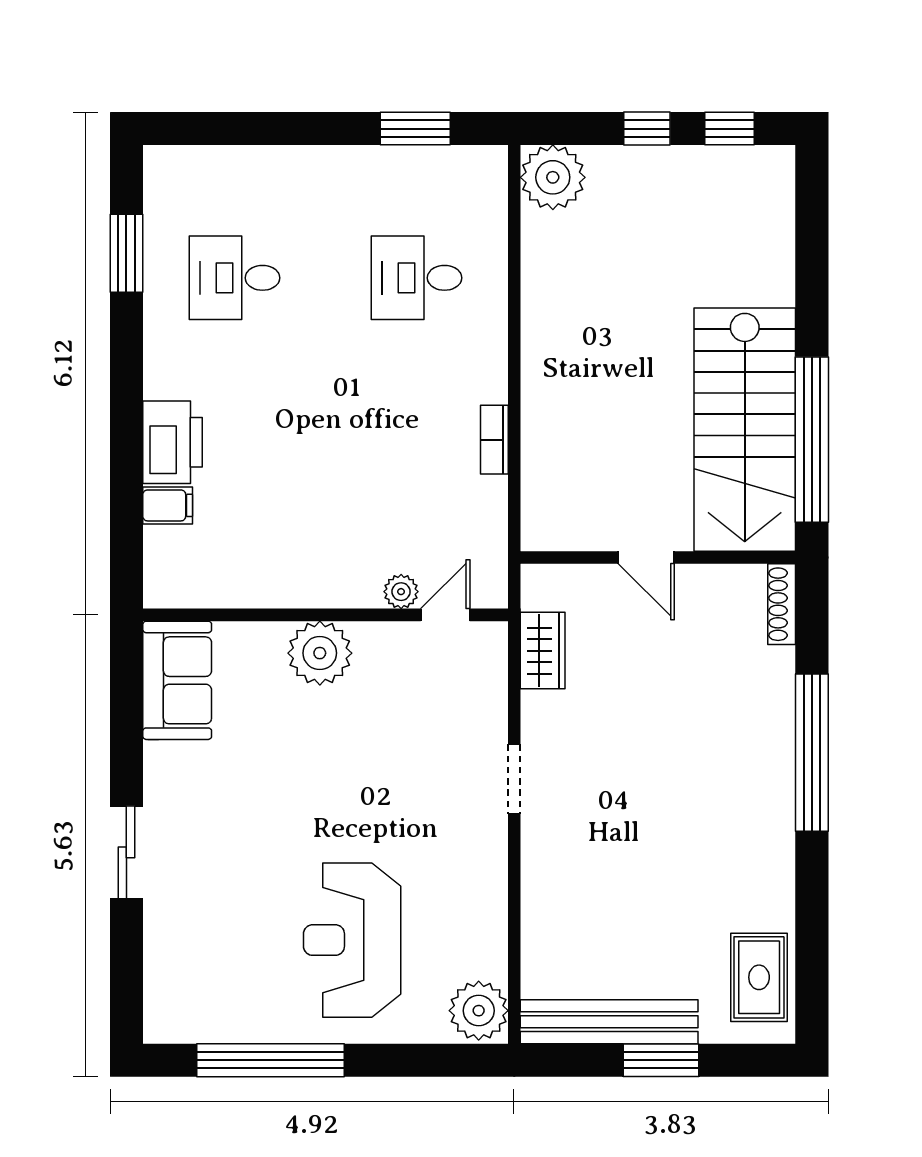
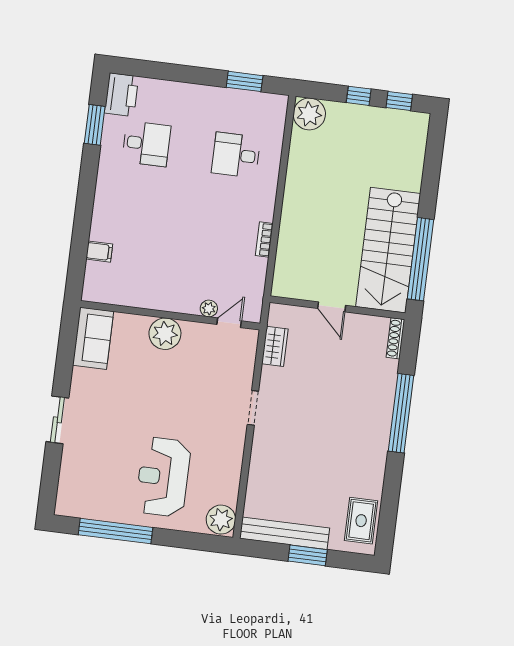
desk: (234, 278) -> (146, 144), turned 180
printer: (173, 442) -> (122, 95), moved

